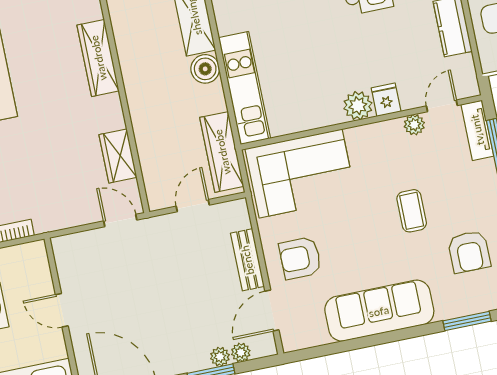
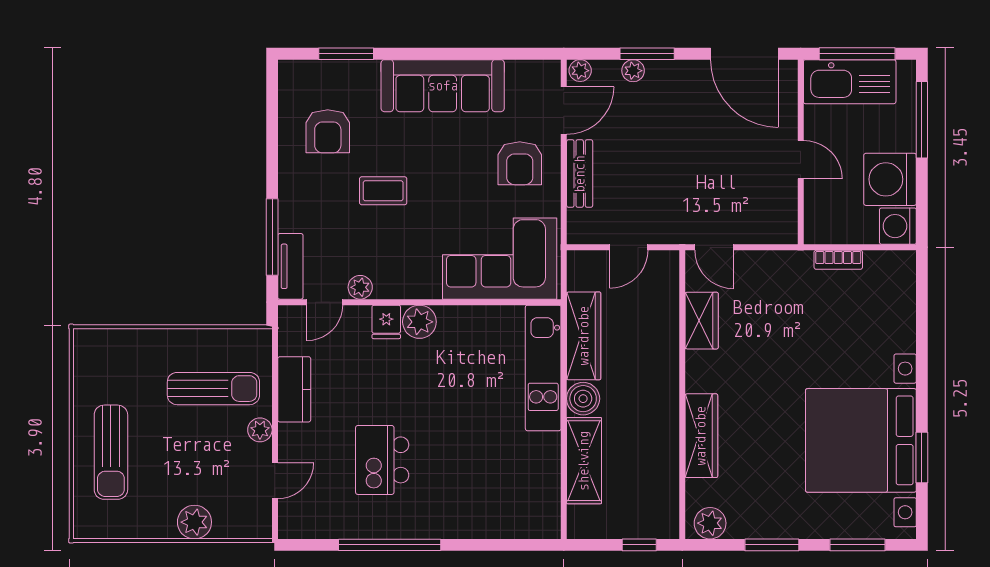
wardrobe: (222, 152) -> (584, 336), moved
coffee table: (412, 211) -> (383, 191), turned 90
armchair: (469, 252) -> (328, 131), turned 180
armchair: (300, 258) -> (520, 163), turned 90
plant: (241, 352) -> (580, 71), moved

